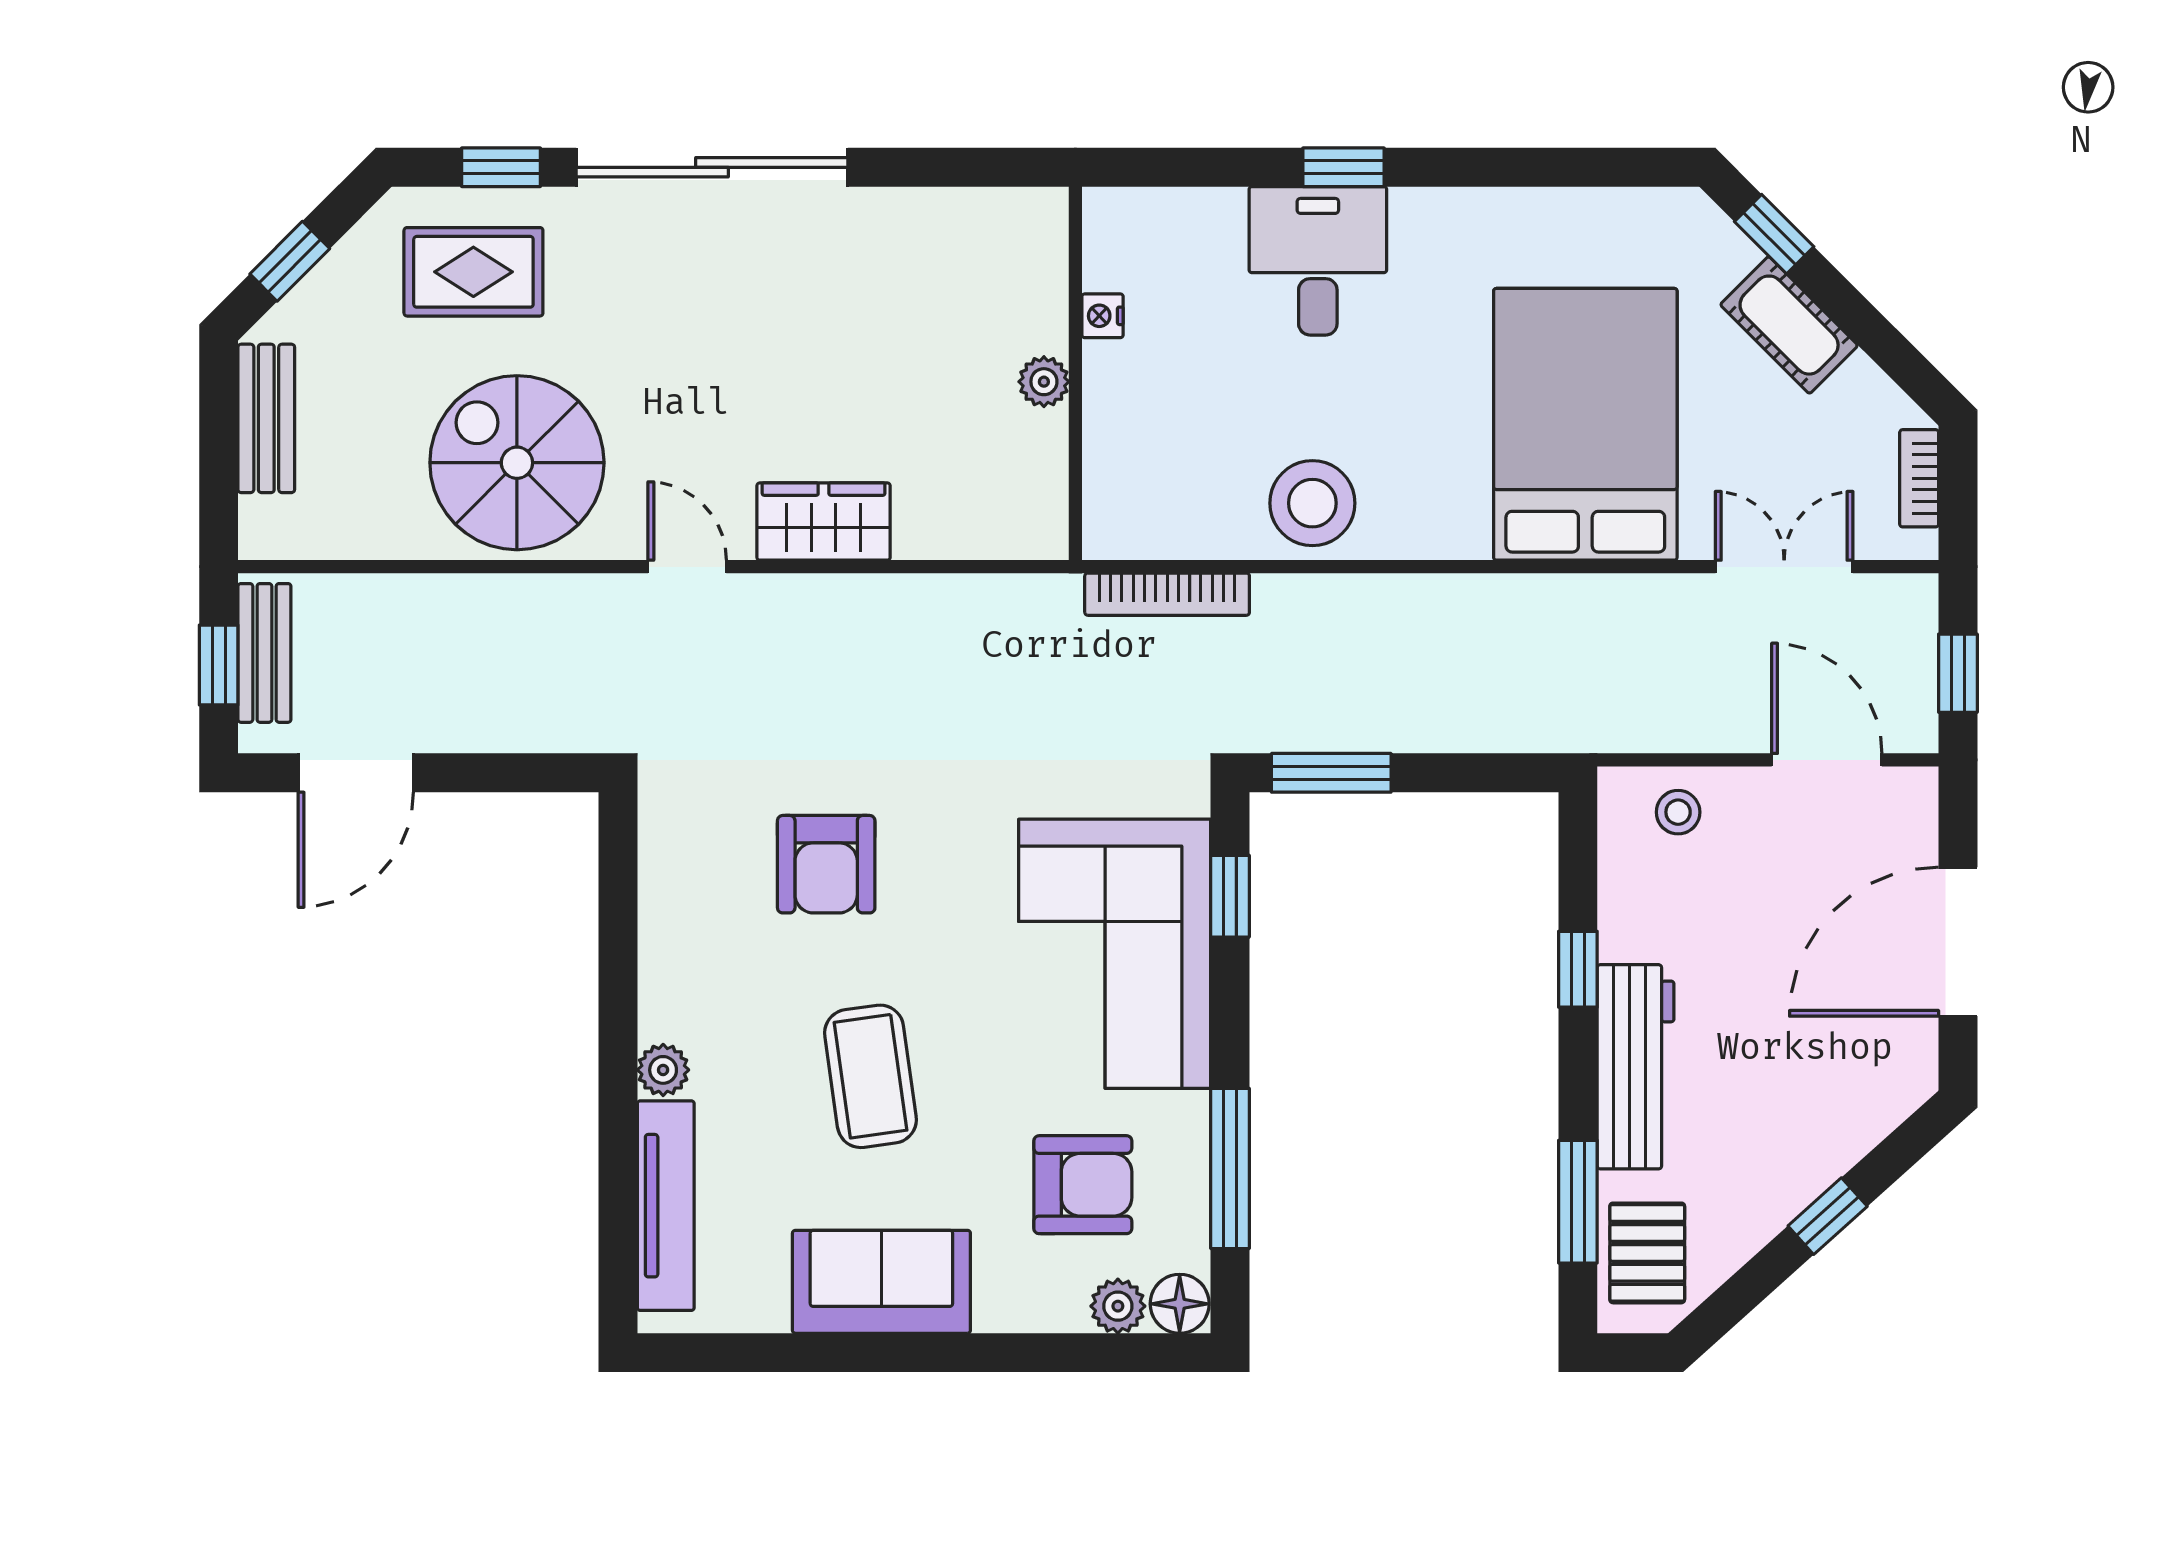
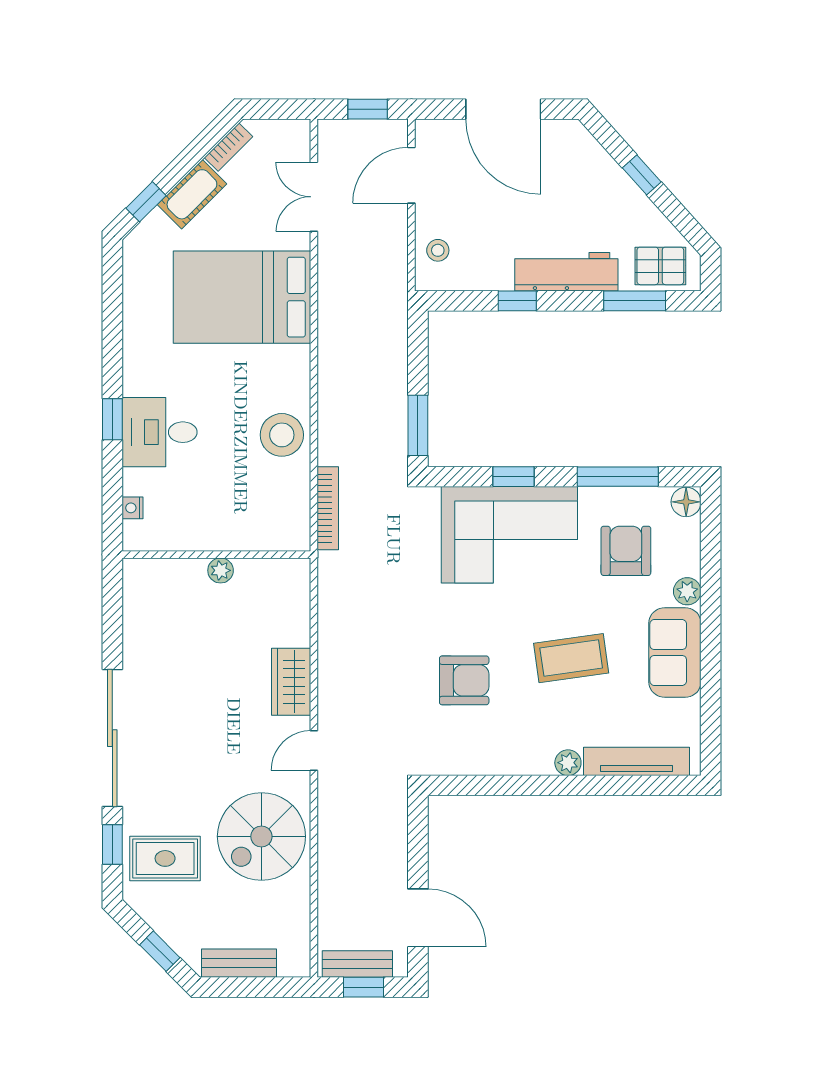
rug: (473, 272) -> (165, 858), turned 90
nightstand: (1103, 316) -> (132, 508), moved, turned 90
bookcase: (1919, 478) -> (228, 147), moved, turned -45
window: (1230, 896) -> (513, 477), moved
plant: (1118, 1306) -> (687, 591), moved

